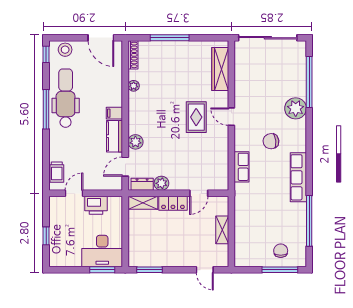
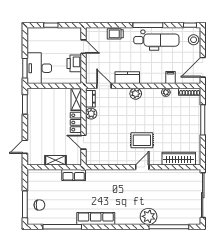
filing cabinet: (114, 113) -> (170, 77), moved
chair: (271, 141) -> (123, 198), removed
plant: (135, 142) -> (136, 94), moved
row of seats: (241, 167) -> (74, 175), moved
trolley: (57, 172) -> (115, 34), moved

